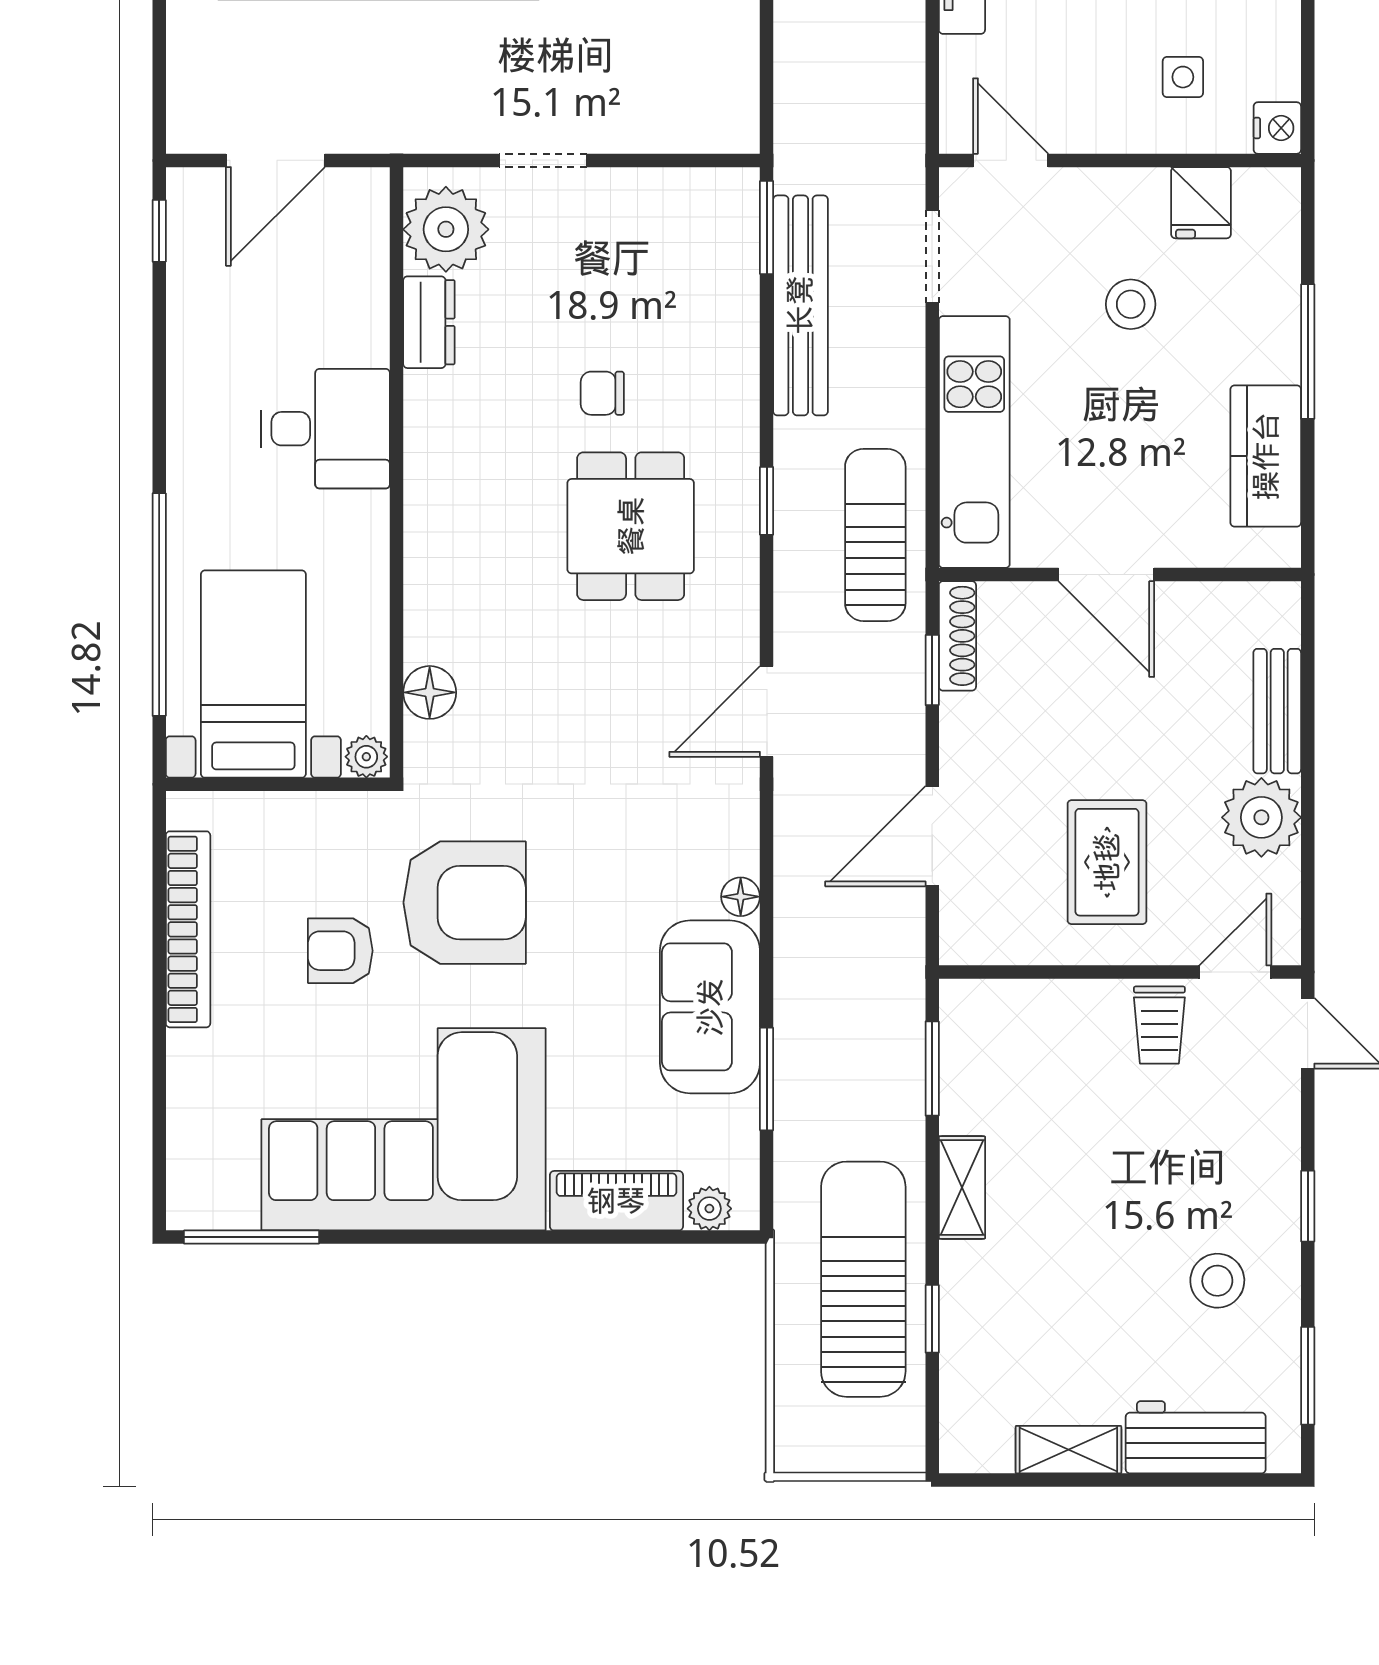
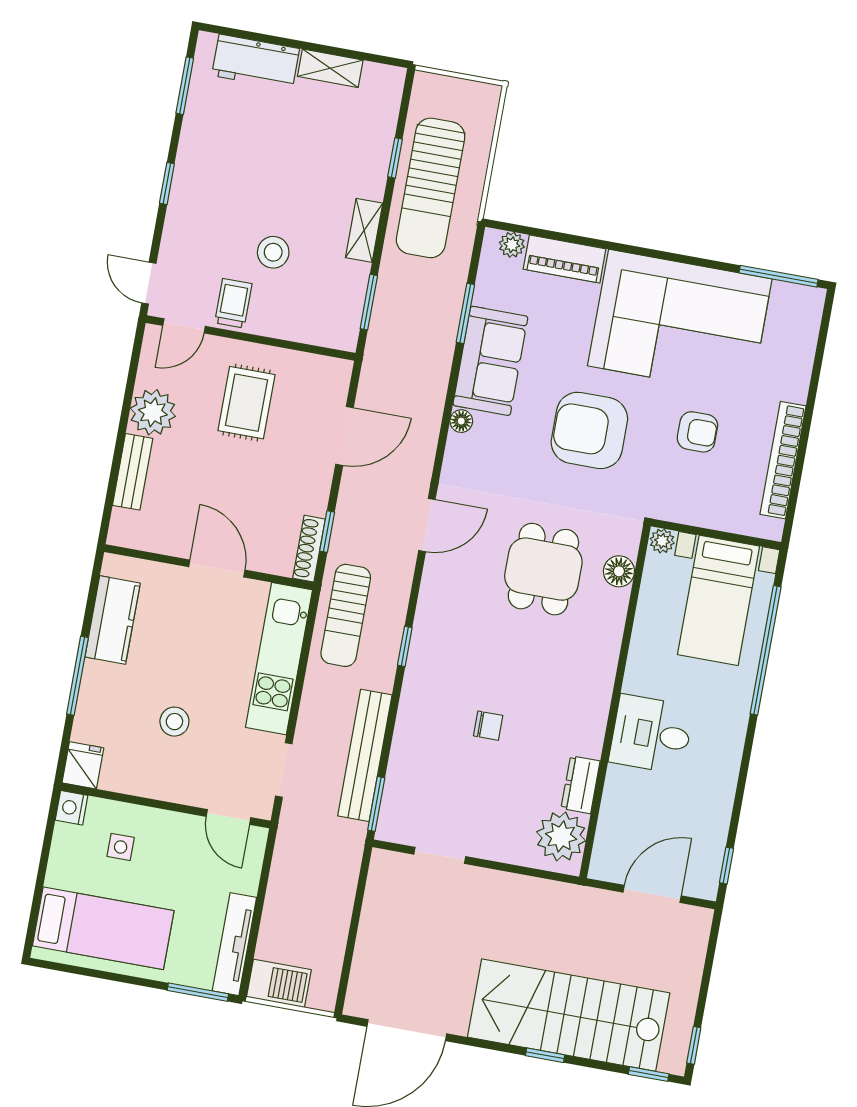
doorway: (543, 160) -> (440, 855), moved
fridge: (1201, 203) -> (83, 765), moved
dining table: (631, 526) -> (543, 569), moved
armchair: (465, 903) -> (589, 430), moved
stool: (1217, 1281) -> (273, 252), moved

